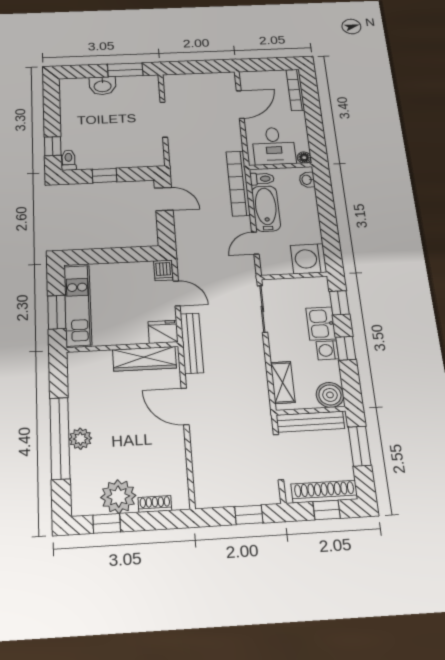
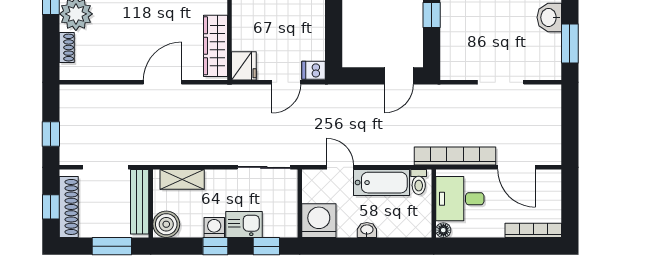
washbasin: (307, 180) -> (367, 230), moved
bookcase: (238, 183) -> (455, 156), moved
bench: (192, 343) -> (230, 94), removed

